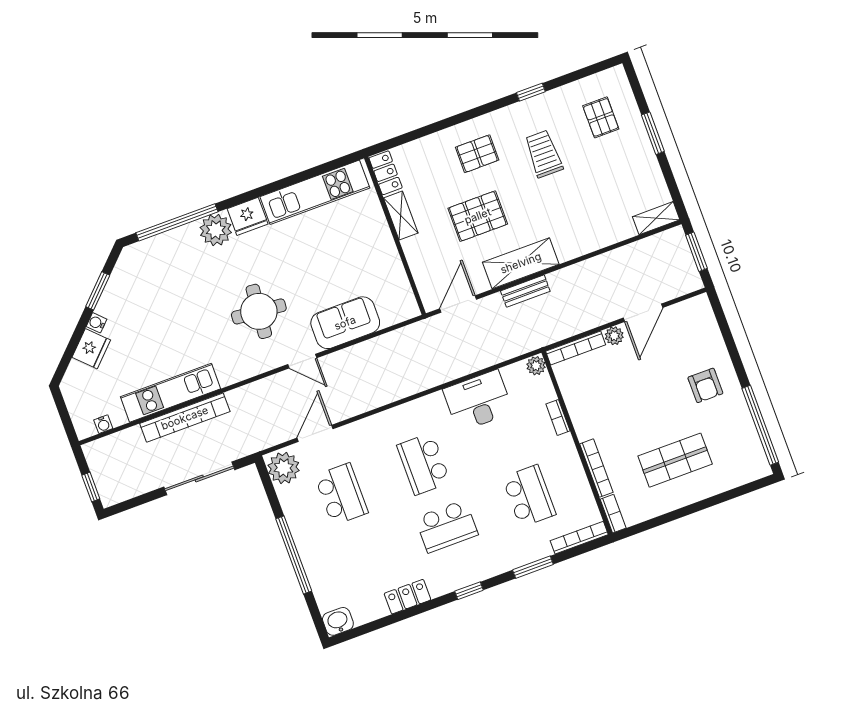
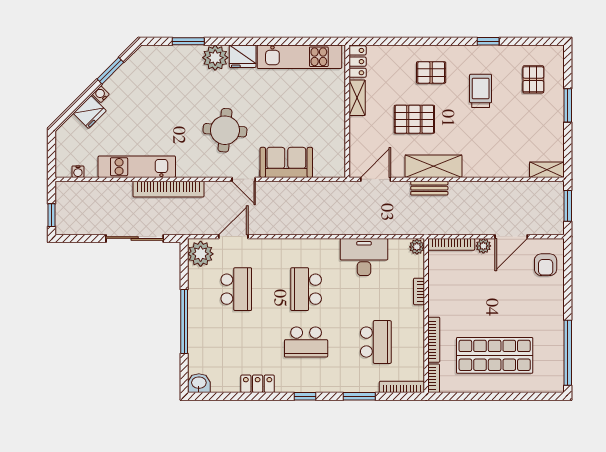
window: (177, 222) -> (188, 41), width x0.47
armchair: (705, 385) -> (546, 265), moved
bookcase: (185, 418) -> (169, 189), moved
shop shelf: (675, 460) -> (495, 355), width x1.43, depth x1.36

